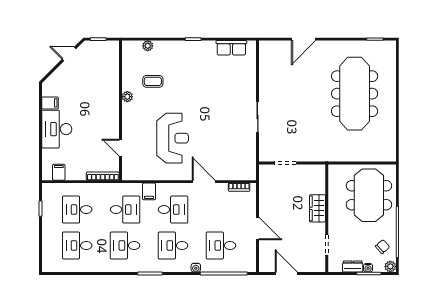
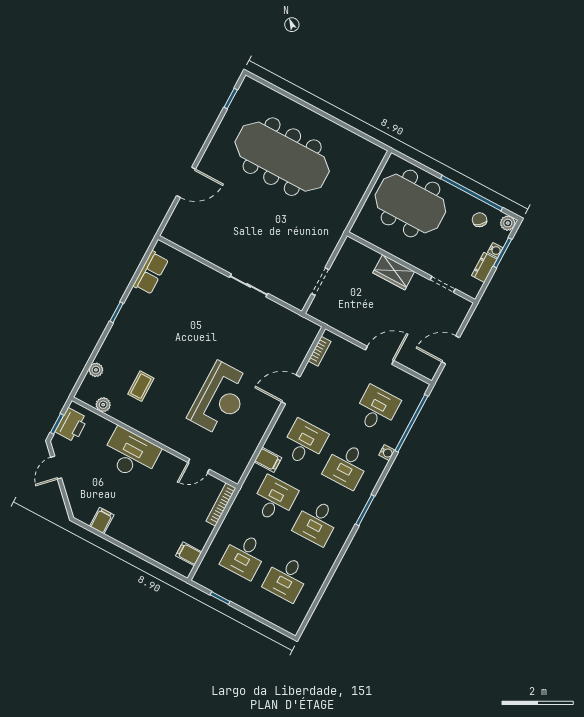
door: (304, 39) -> (186, 182), hinge flipped
printer: (103, 49) -> (72, 425), added
plant: (127, 97) -> (103, 405), moved
desk: (57, 129) -> (131, 454), moved, turned 180
reception desk: (173, 138) -> (220, 399), turned 90
desk: (221, 245) -> (377, 409), turned 180

